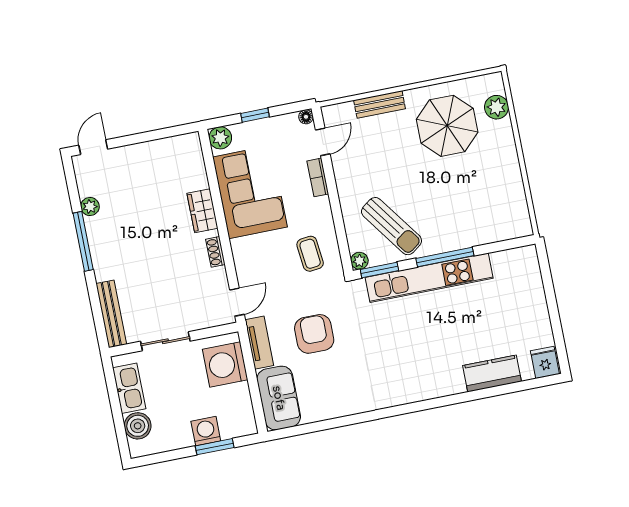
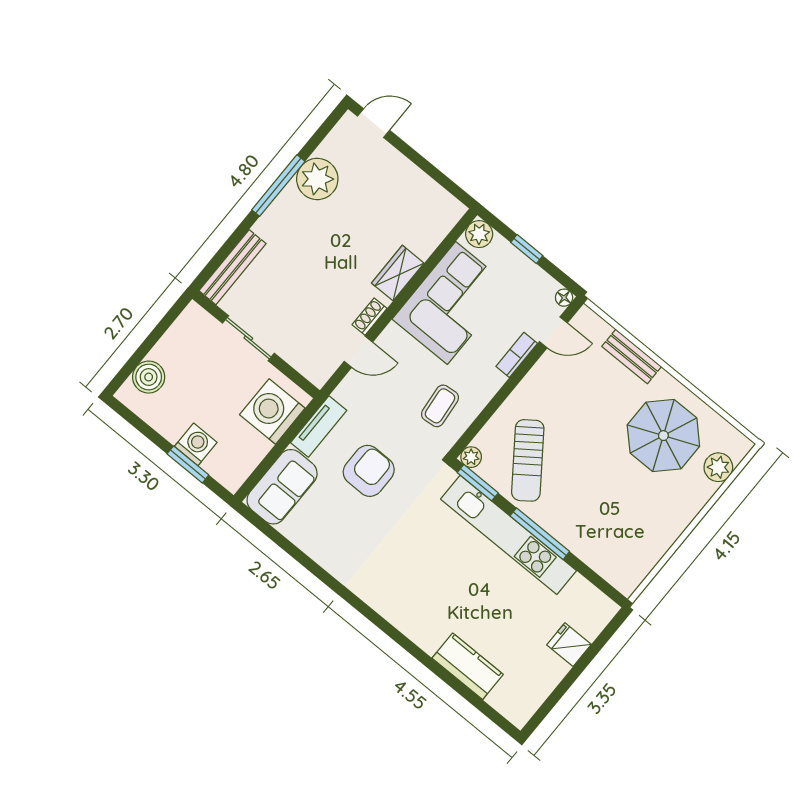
plant: (90, 206) -> (317, 179), width x1.87, depth x1.87
door: (237, 302) -> (358, 352), moved
fridge: (545, 362) -> (569, 645), moved, turned -90
kitchen sink: (129, 388) -> (177, 341), removed

